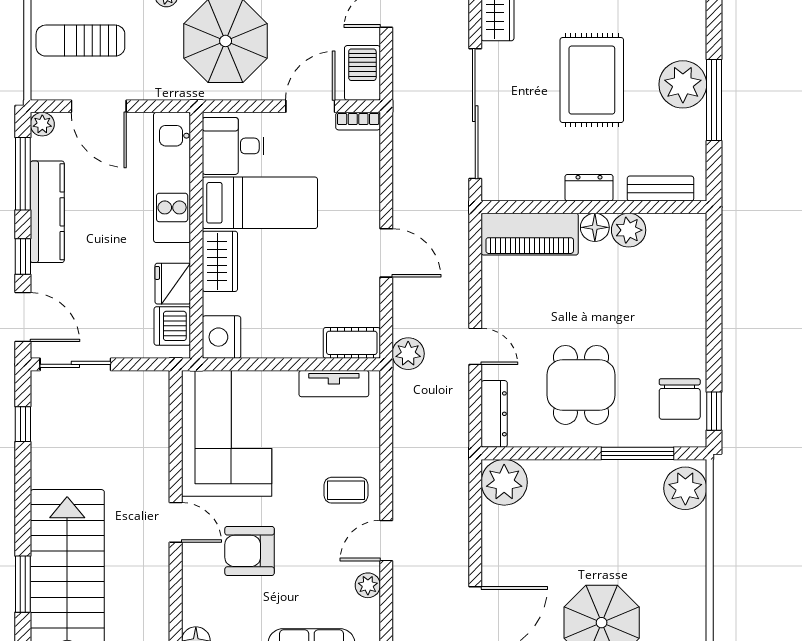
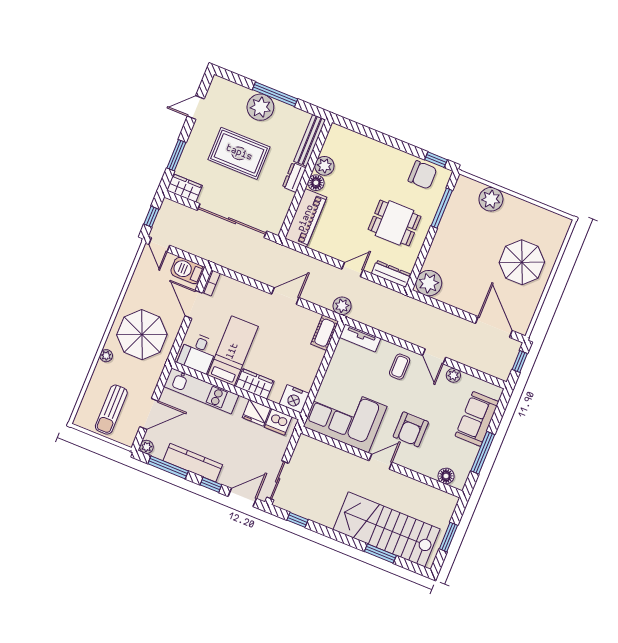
bench: (660, 189) -> (310, 141), width x1.36
tv unit: (334, 384) -> (360, 338), moved, turned 90
plant: (685, 488) -> (491, 199), moved

